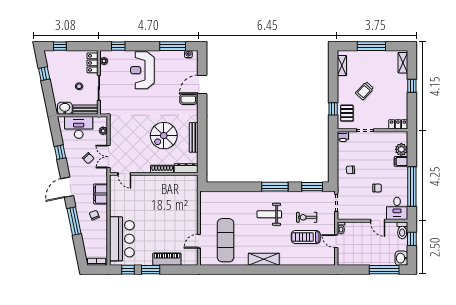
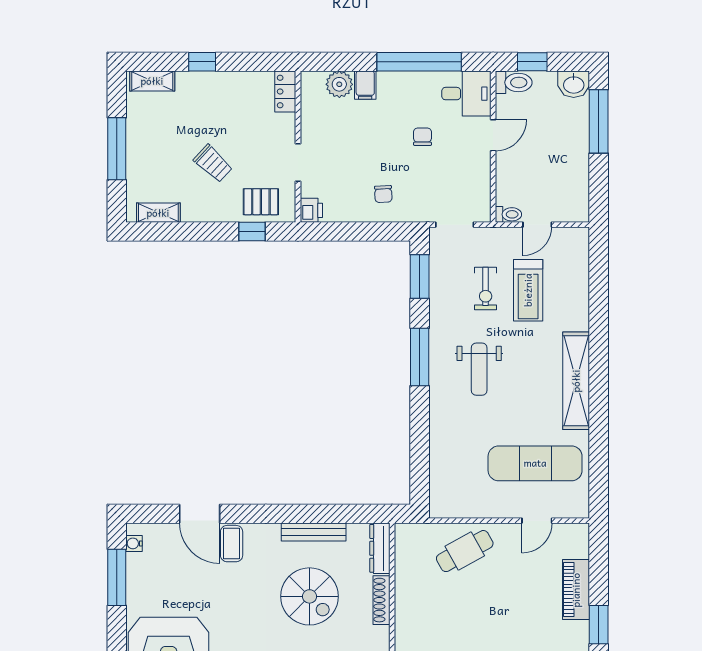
cafe table: (185, 208) -> (465, 551), added
door: (199, 241) -> (537, 521), hinge flipped
shelving: (264, 259) -> (576, 381), width x1.47

